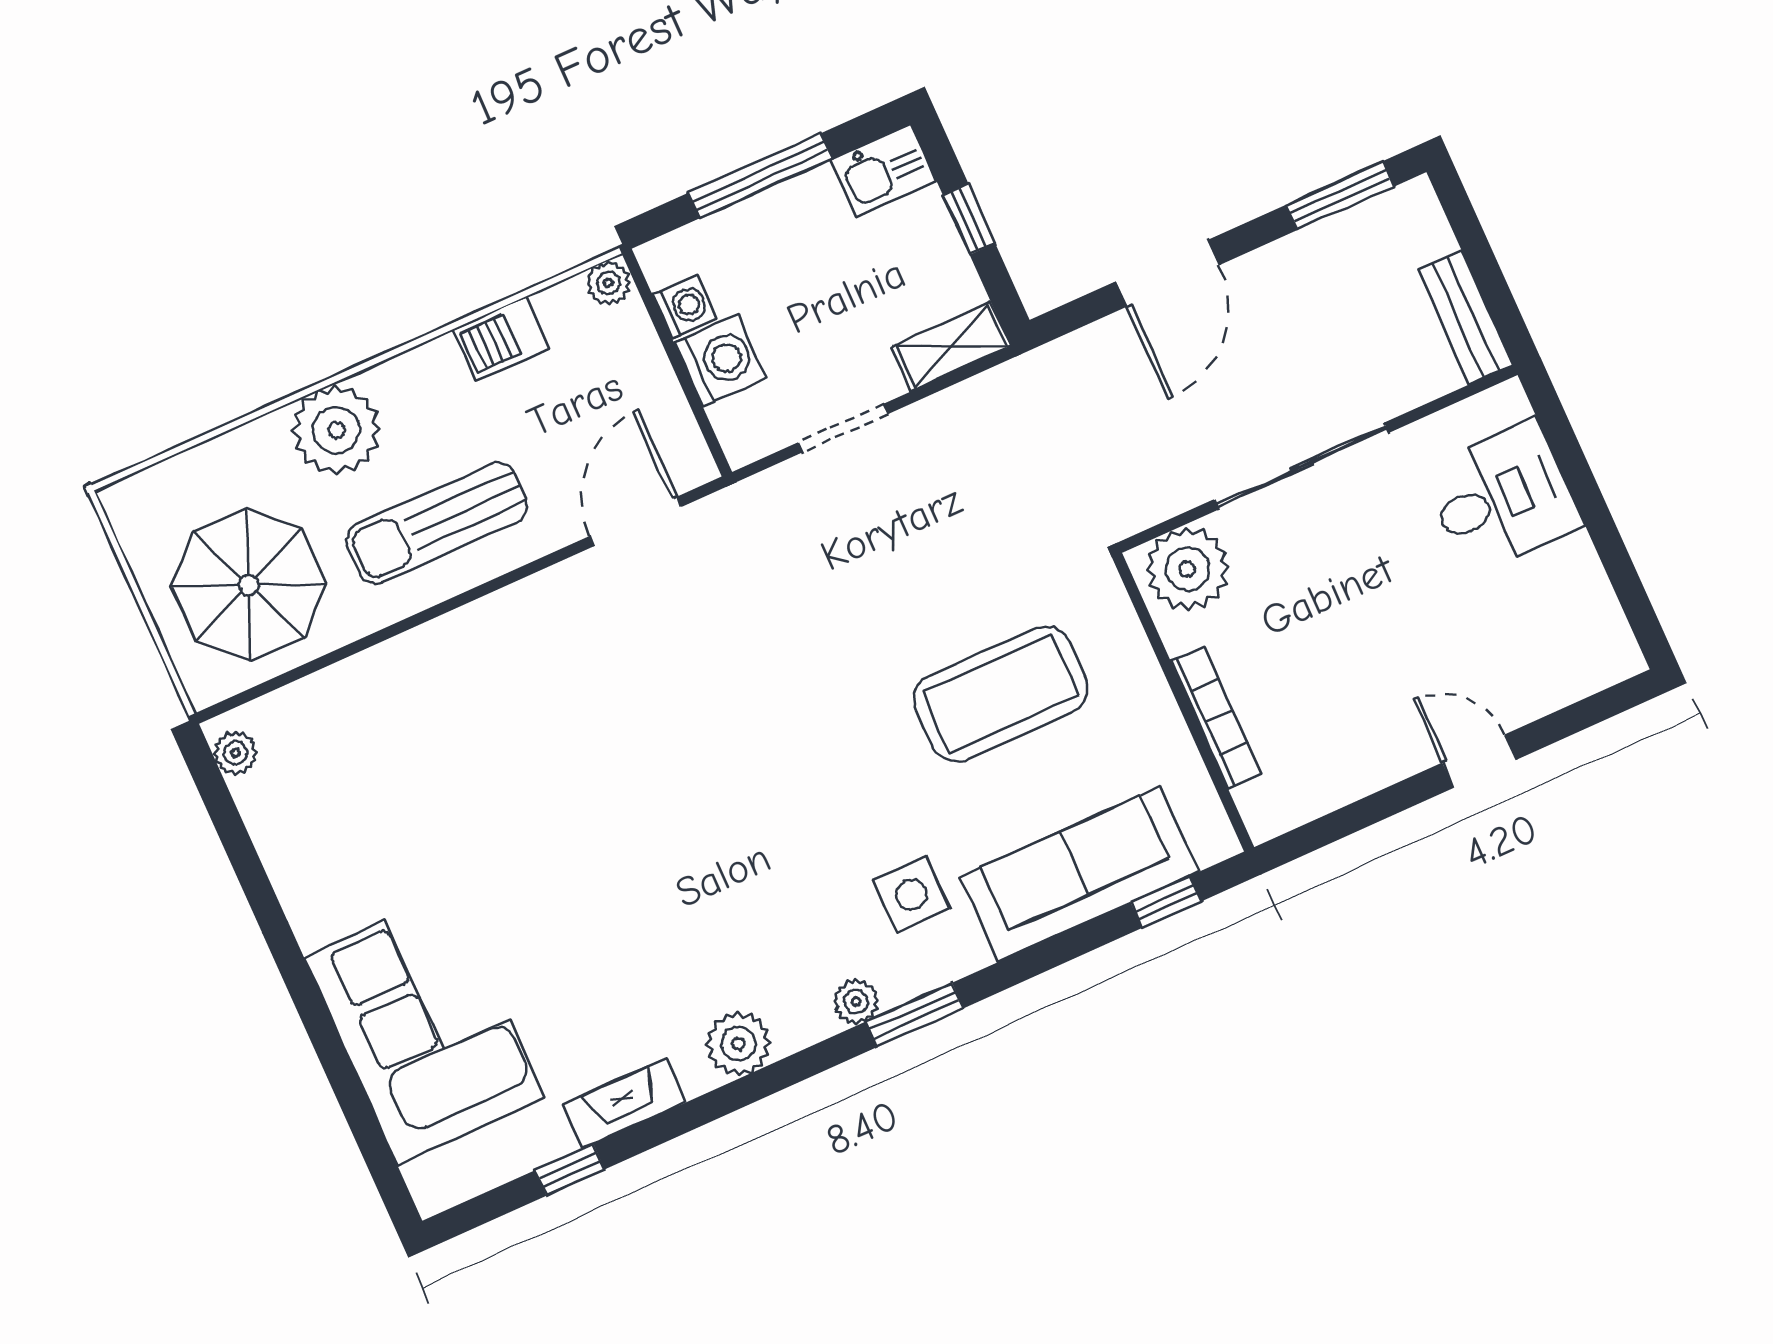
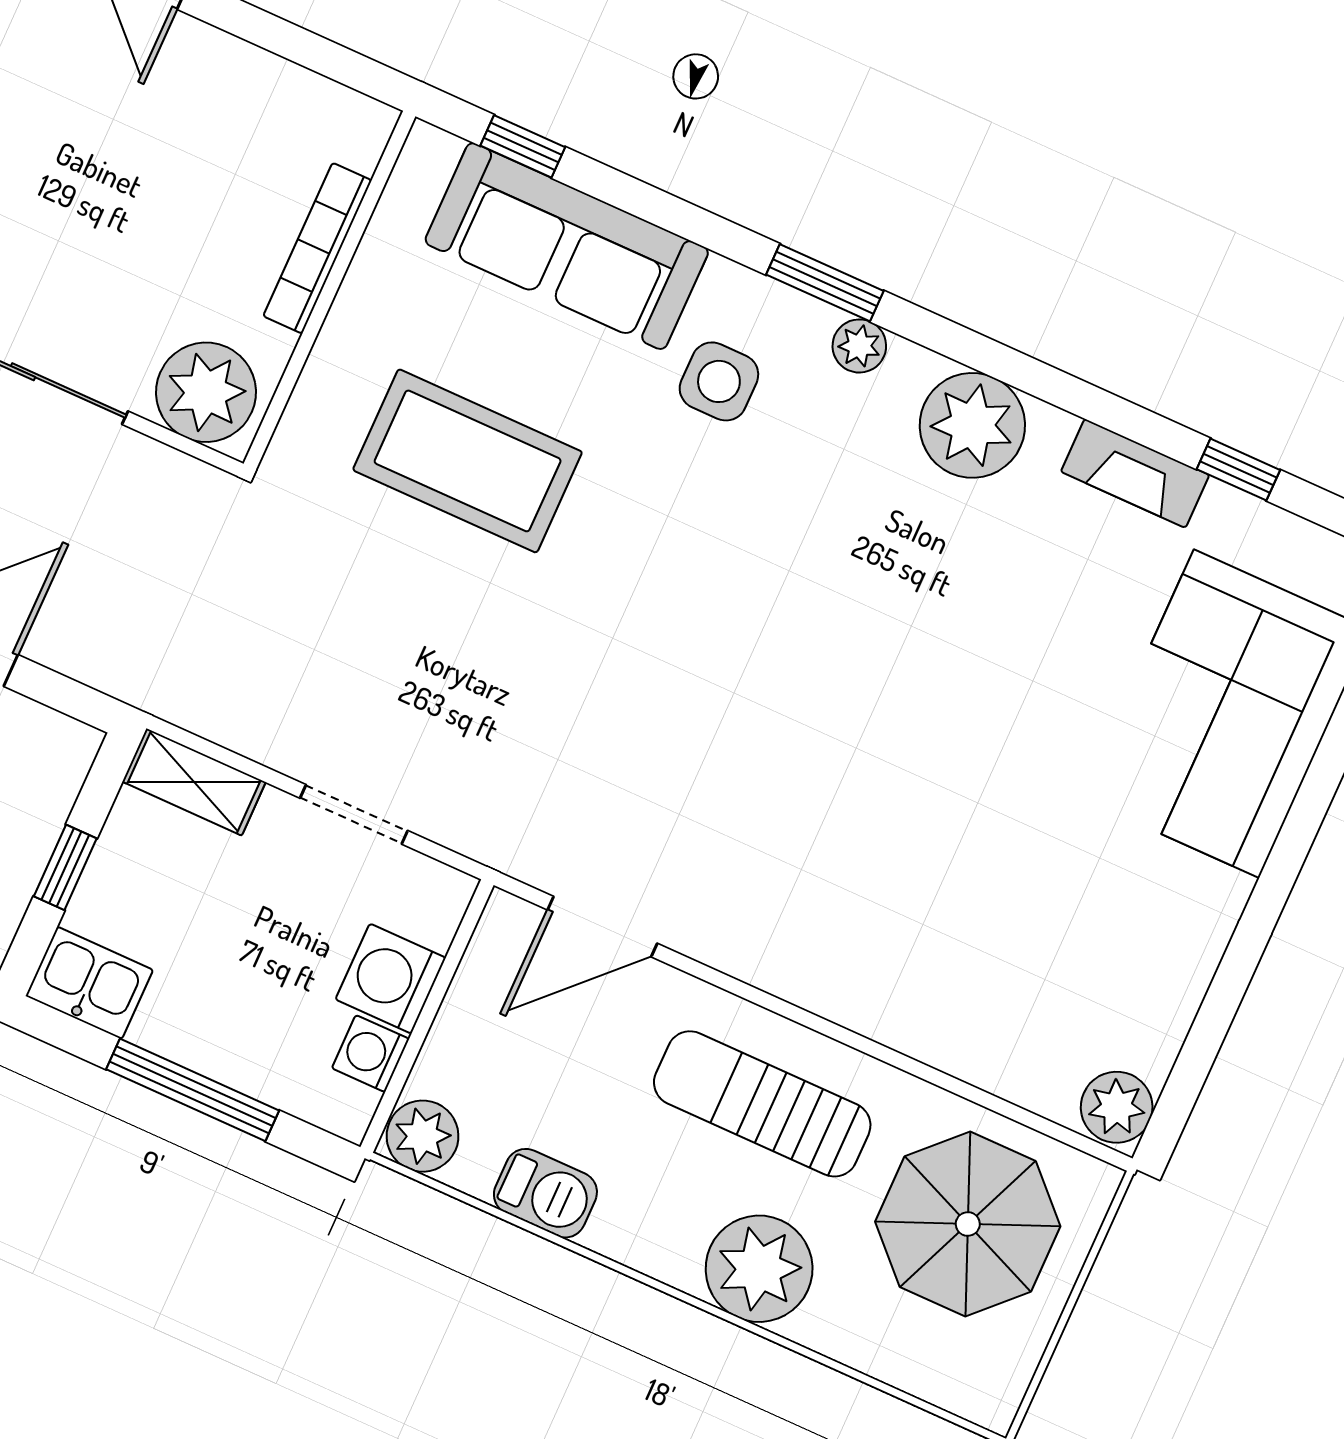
plant: (609, 283) -> (423, 1136), width x1.38, depth x1.38
sun lounger: (437, 523) -> (762, 1104), turned 180
plant: (236, 753) -> (1117, 1107), width x1.38, depth x1.38
plant: (738, 1044) -> (972, 425), width x1.36, depth x1.36

